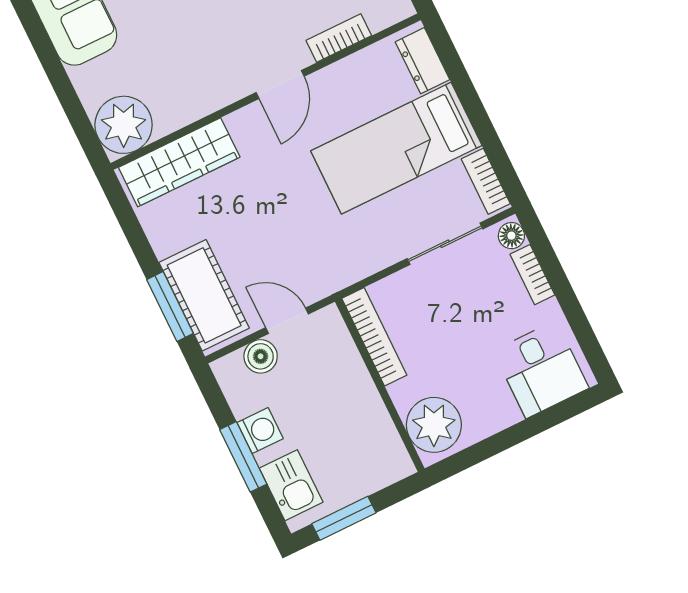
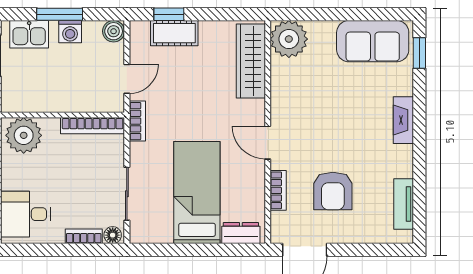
bookcase: (486, 181) -> (137, 121), moved, turned 90
cot: (204, 295) -> (174, 33), width x0.73, depth x0.75
window: (170, 306) -> (169, 14), width x0.67
boiler: (261, 356) -> (114, 31), moved

